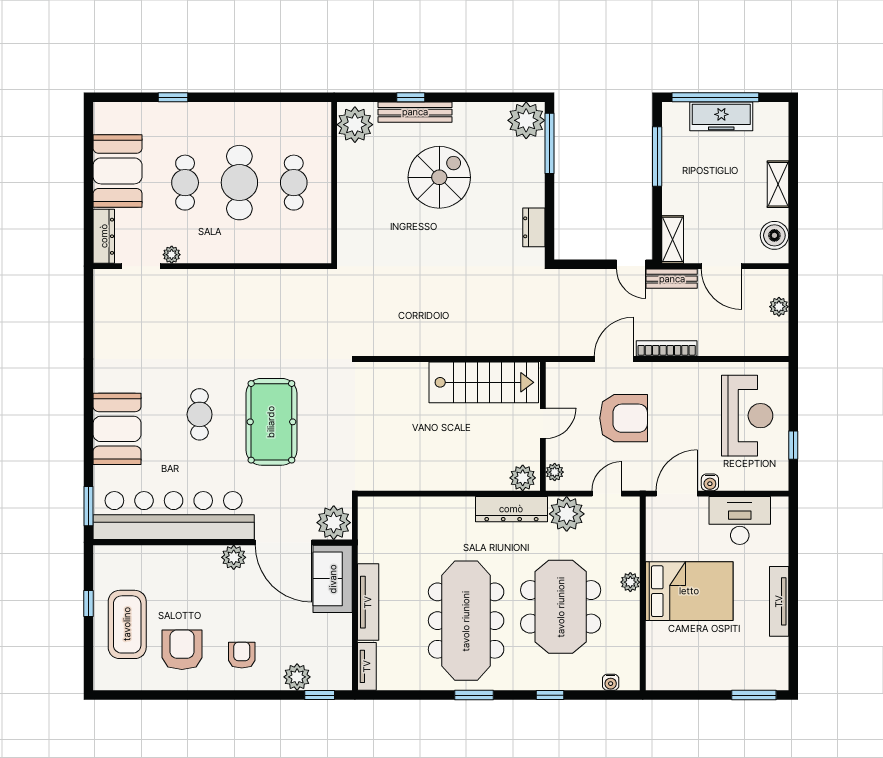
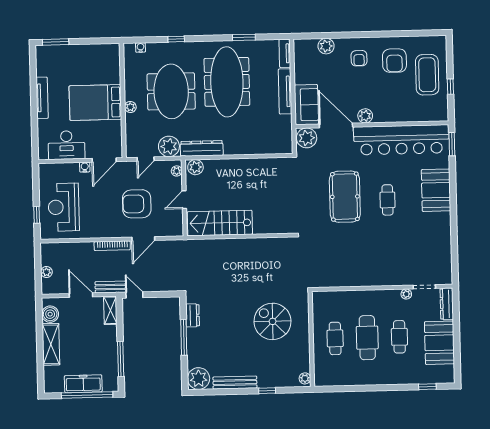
window: (173, 97) -> (427, 387), moved
bench: (415, 112) -> (235, 383), moved
plant: (355, 125) -> (305, 378), width x0.53, depth x0.53
window: (549, 143) -> (184, 337), moved
spiral stairs: (439, 177) -> (273, 321), moved, turned 90
shelving: (778, 184) -> (51, 344), width x1.50, depth x1.33
window: (793, 445) -> (37, 215), moved
window: (320, 695) -> (312, 36), removed
window: (474, 695) -> (244, 37), moved

